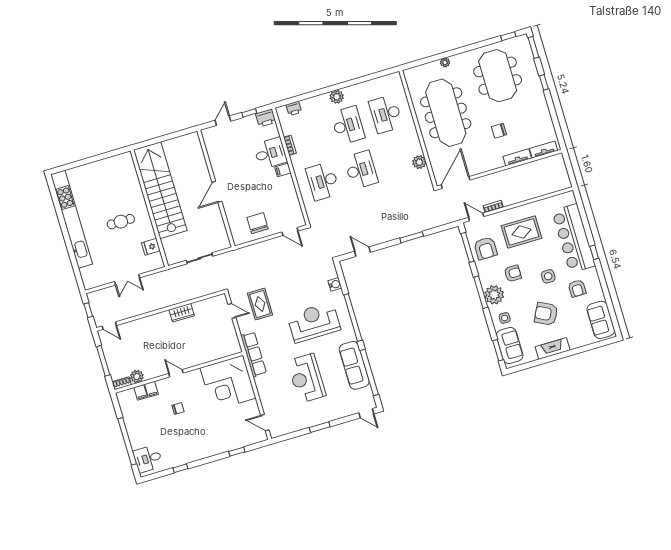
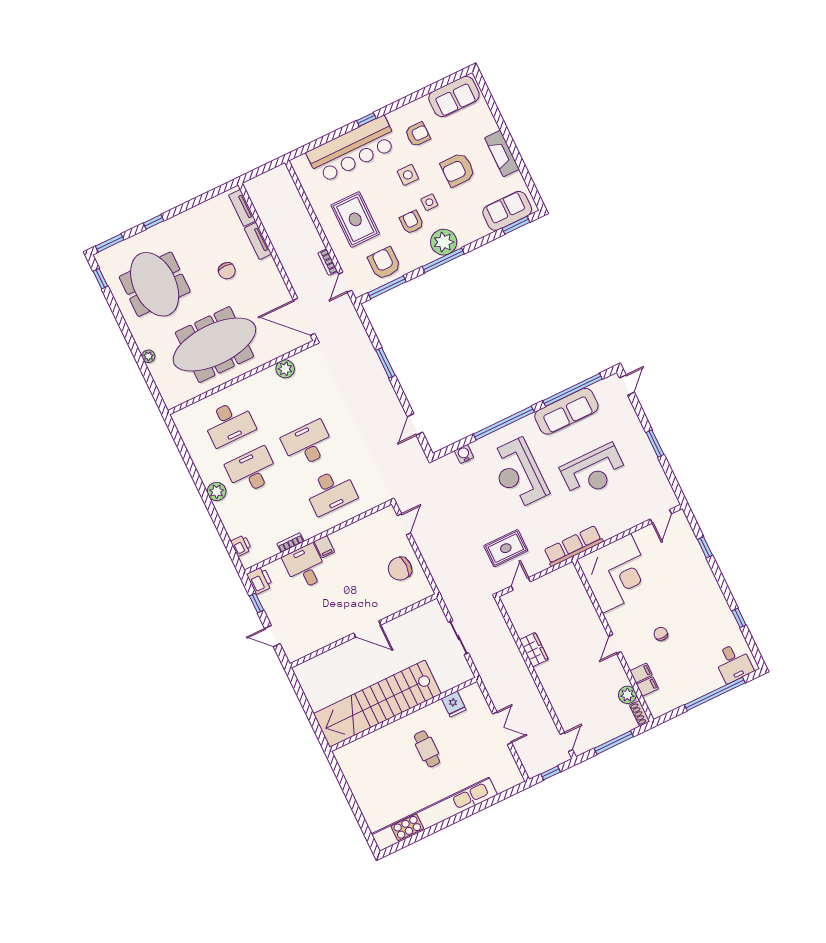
meeting table: (498, 76) -> (155, 284), turned 90
armchair: (486, 248) -> (384, 263), turned -90
armchair: (546, 314) -> (458, 170), turned 63
side table: (505, 318) -> (429, 202), moved

